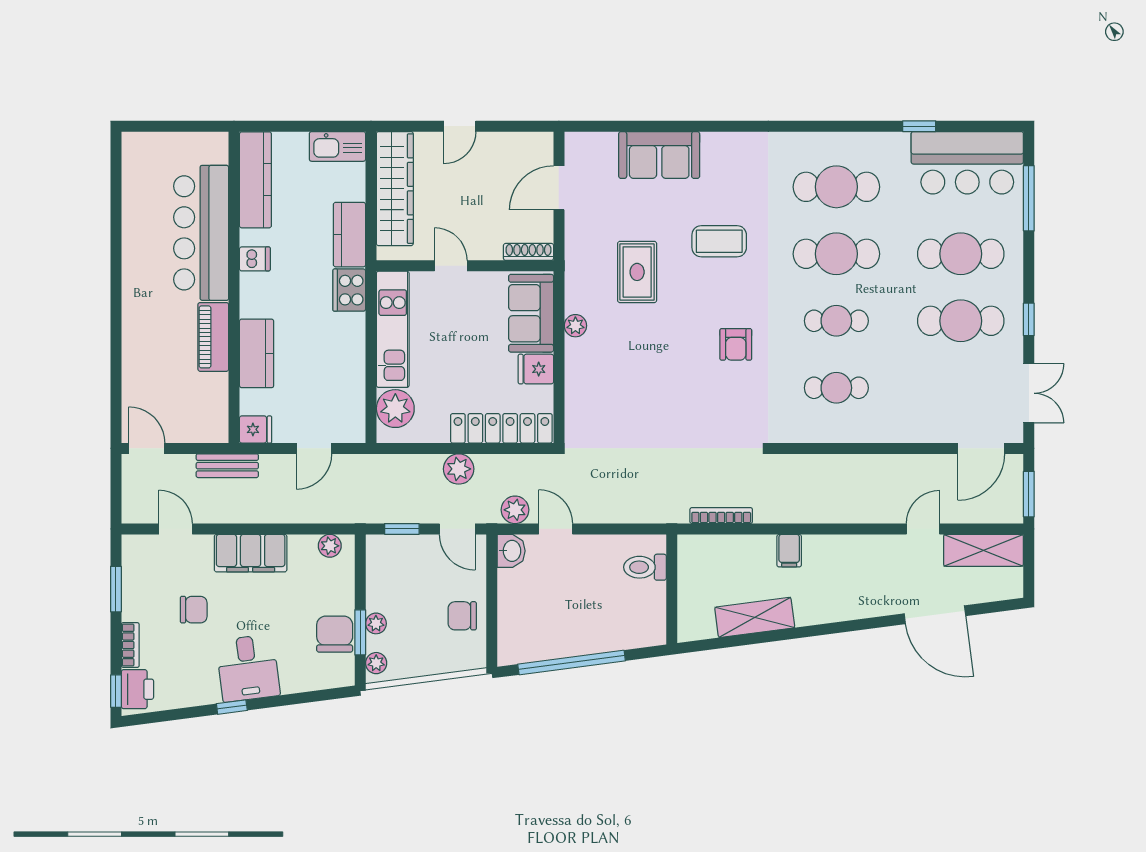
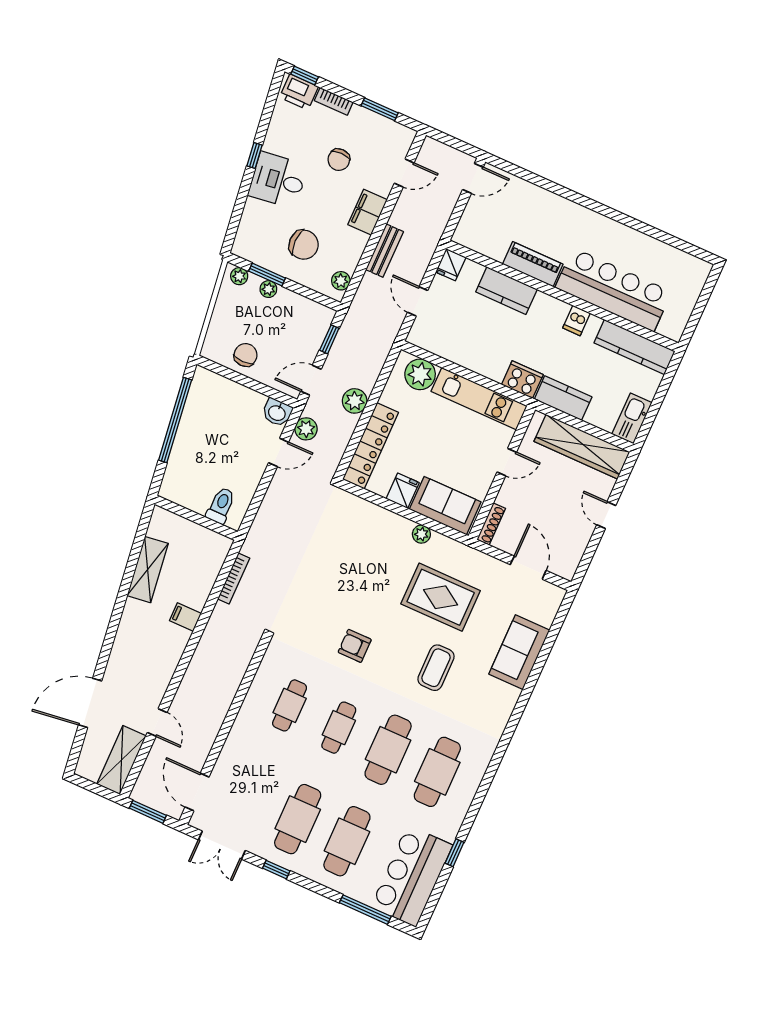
rug: (637, 272) -> (441, 597), width x1.36, depth x1.43
bench: (227, 466) -> (384, 251), moved
filing cabinet: (251, 553) -> (368, 212), width x0.67, depth x0.86
chair: (335, 634) -> (304, 245), moved

